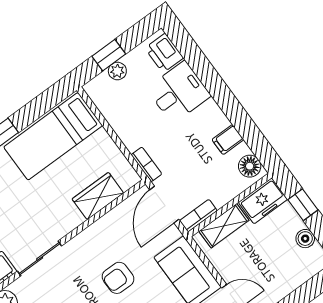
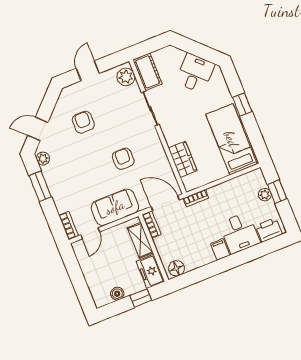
filing cabinet: (228, 140) -> (220, 249), moved

